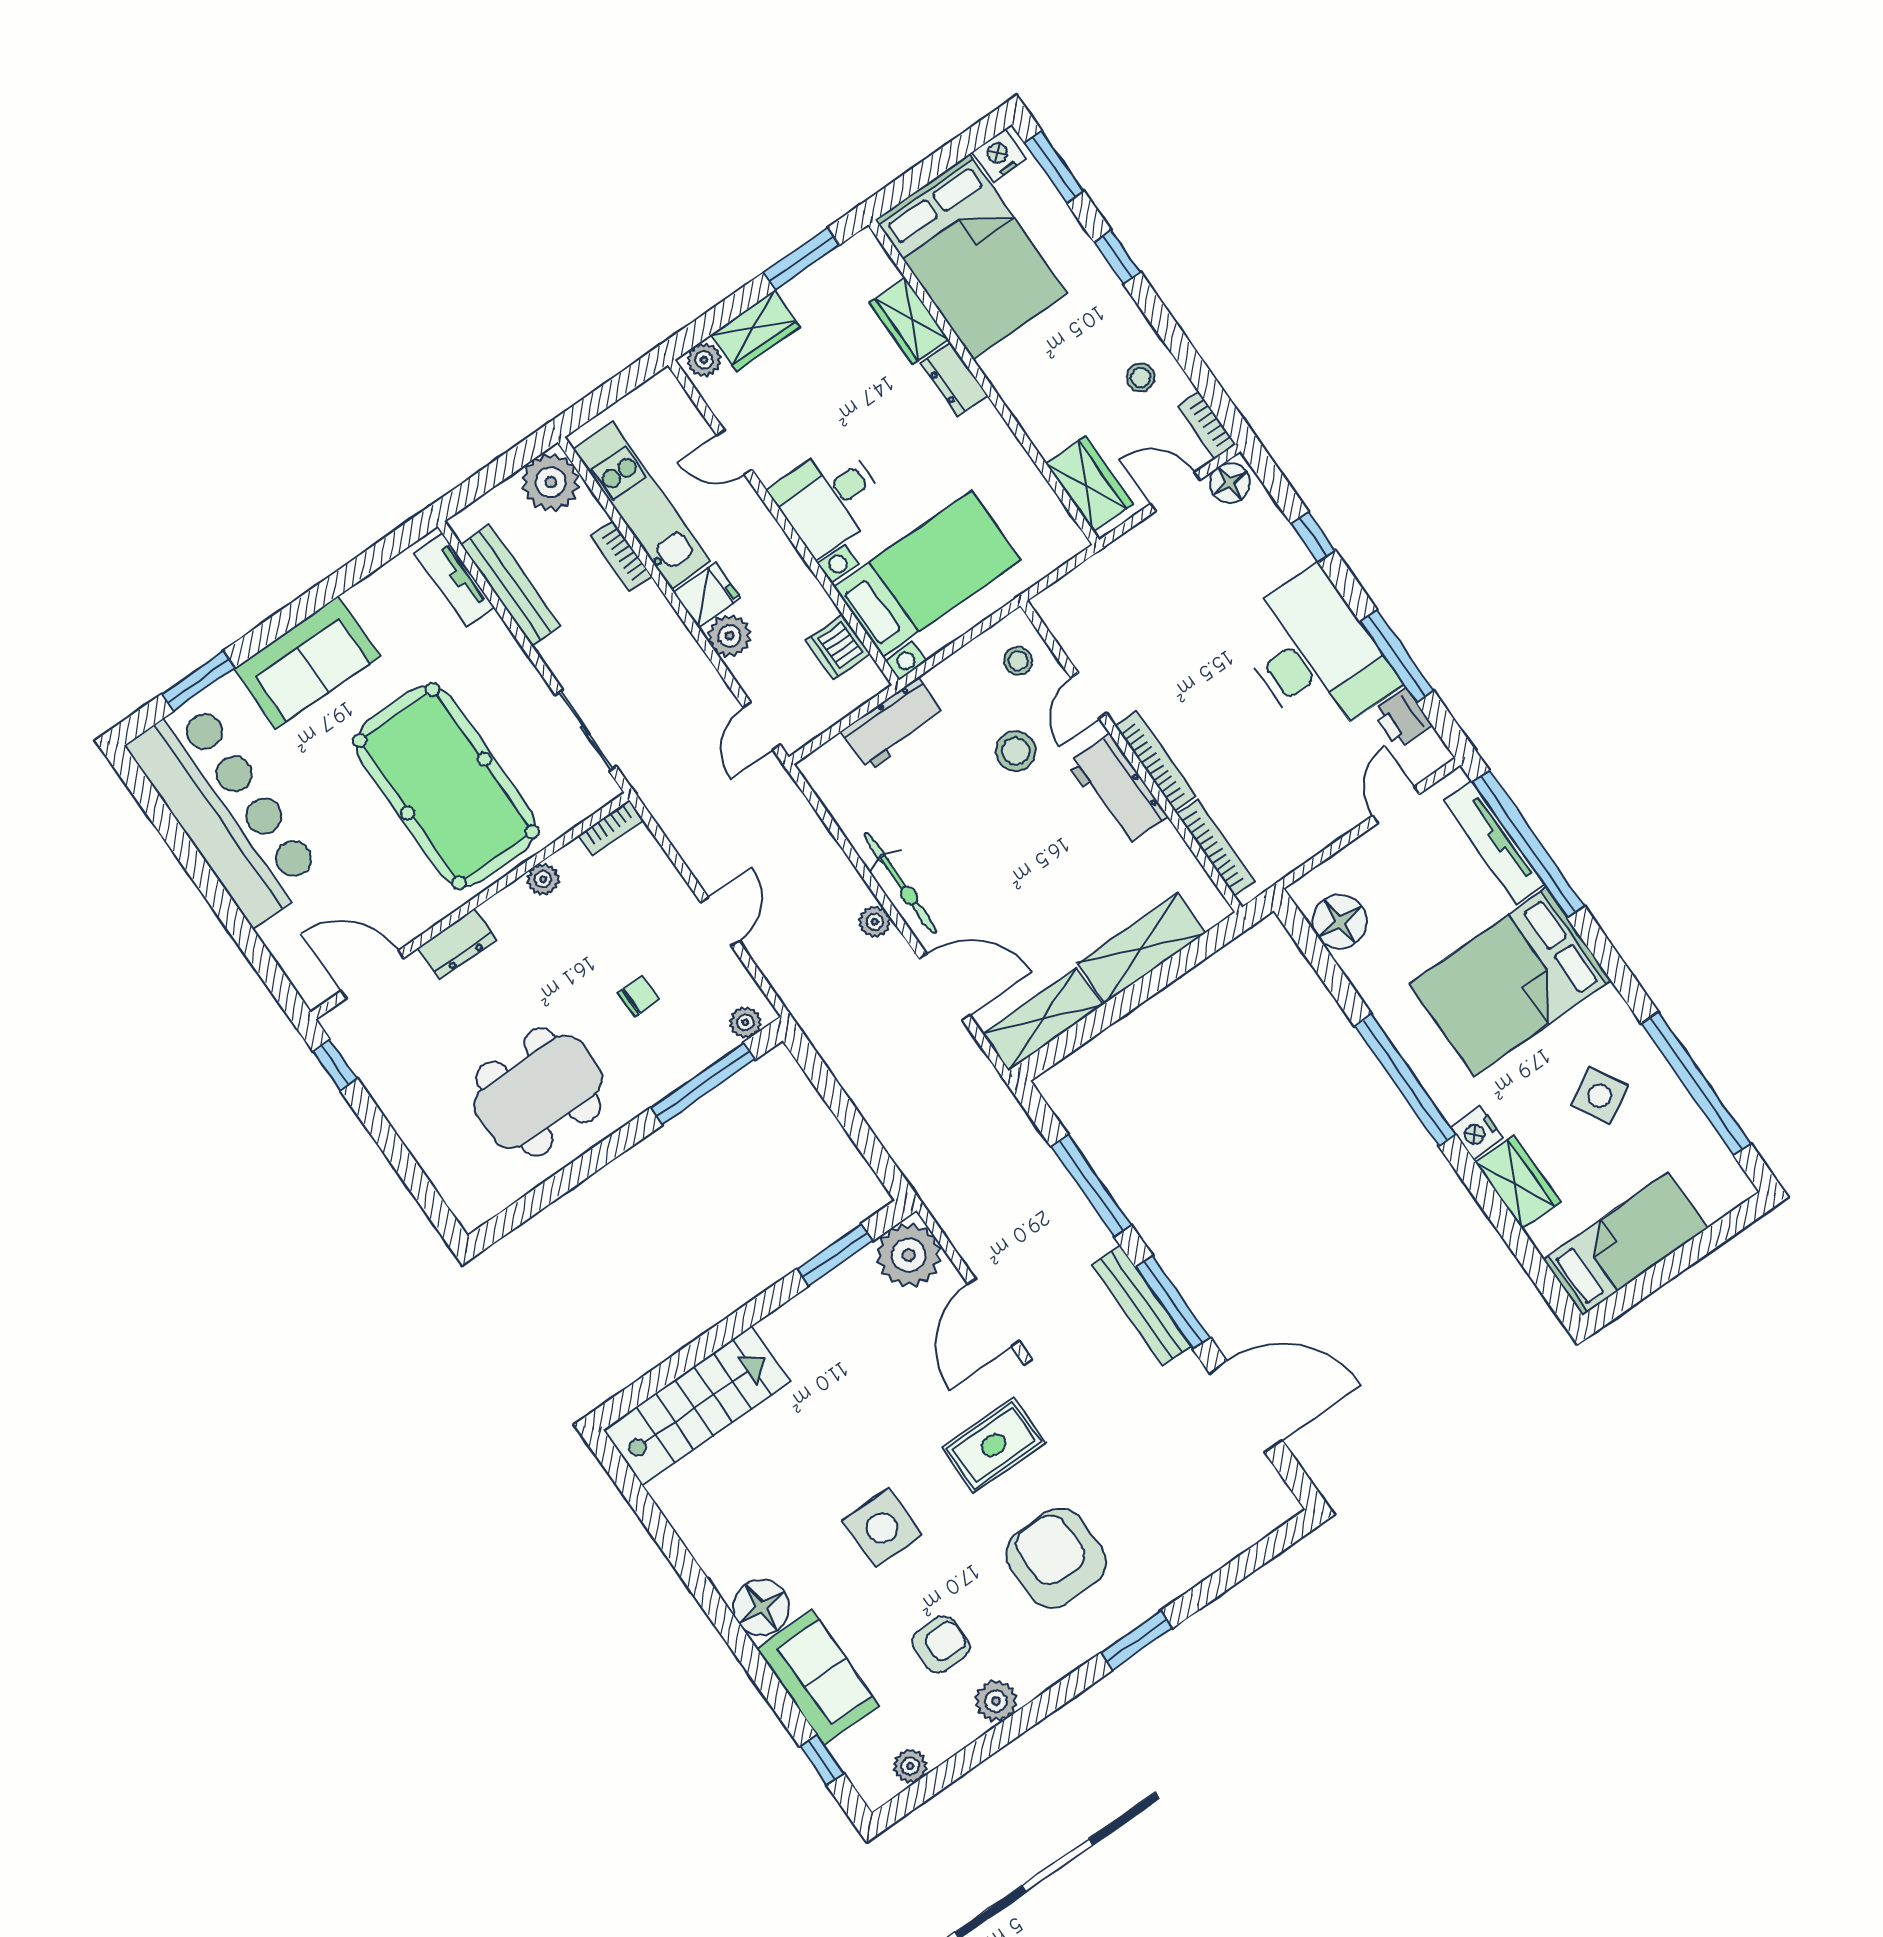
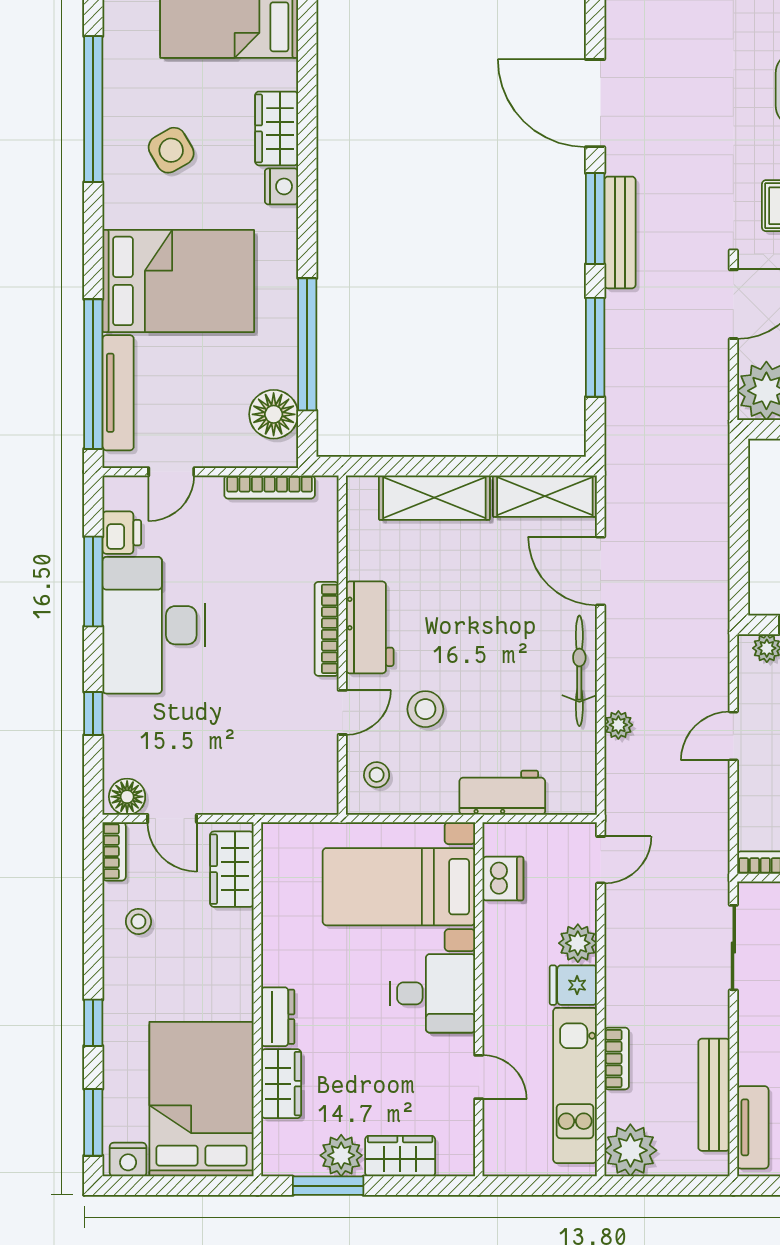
plant: (704, 360) -> (341, 1155), moved, width x1.38, depth x1.38
bookcase: (1216, 848) -> (270, 487), moved, turned -90
plant: (875, 922) -> (618, 725), moved
window: (1405, 1080) -> (307, 344), moved

